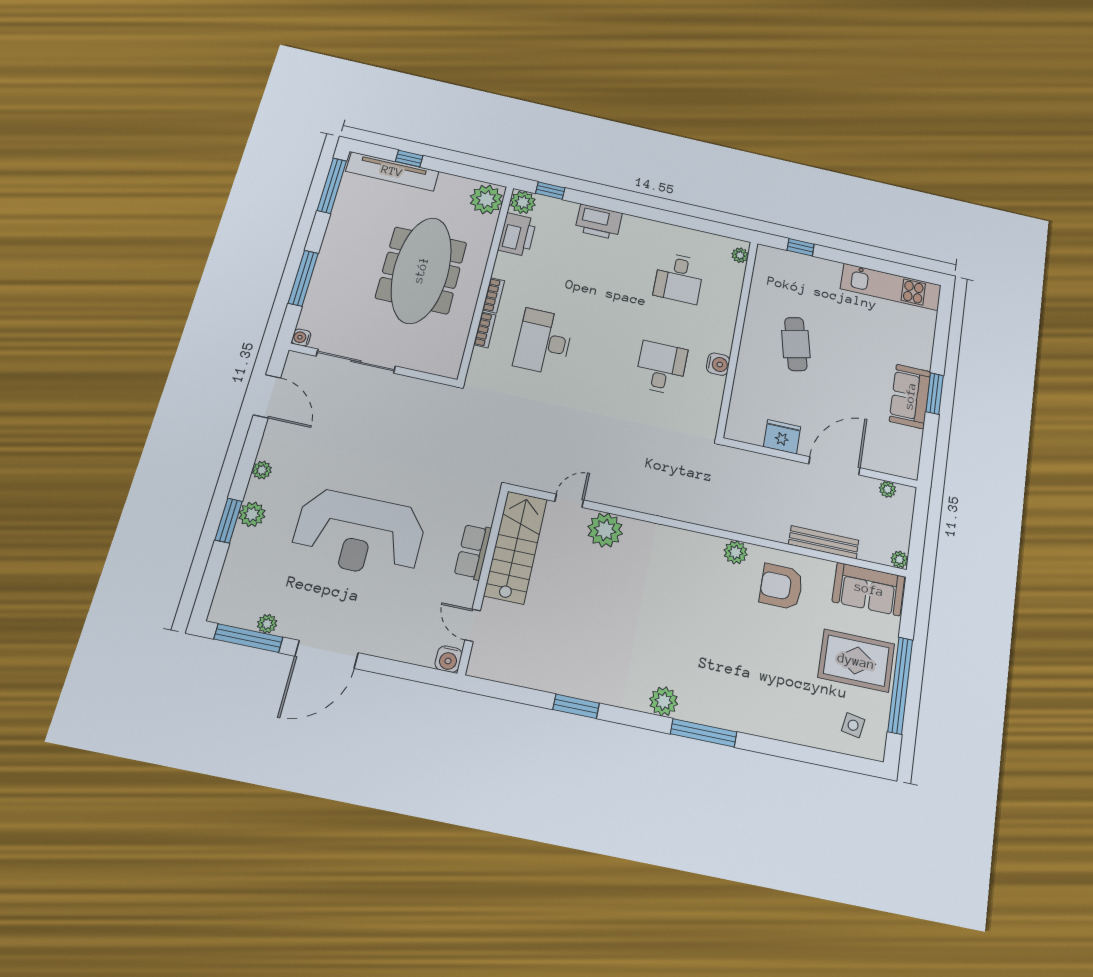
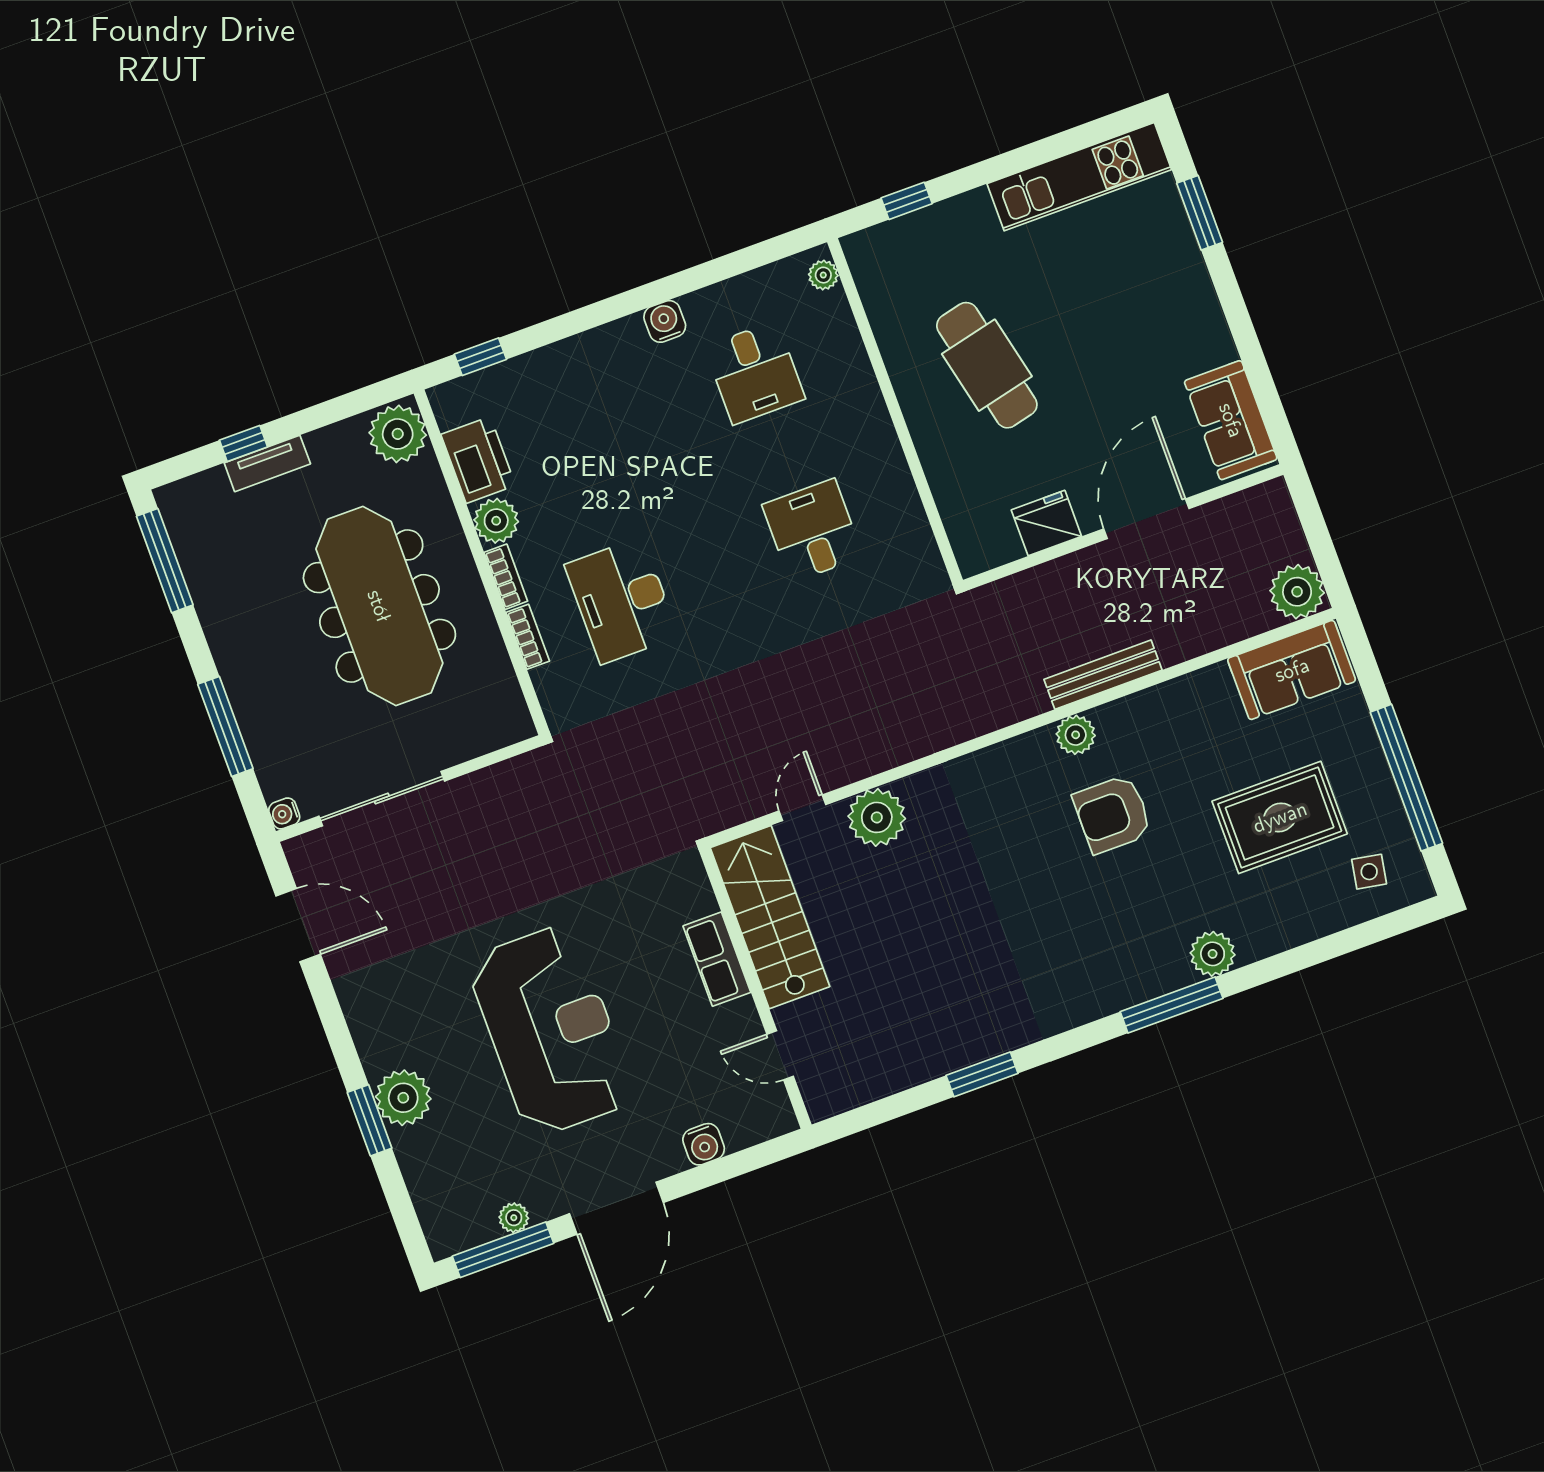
tv unit: (392, 171) -> (267, 463), width x0.52, depth x0.78
plant: (523, 202) -> (496, 521), moved
printer: (599, 222) -> (583, 360), removed
cafe table: (796, 344) -> (987, 365), width x1.37, depth x1.35
water cooler: (718, 364) -> (665, 321), moved, turned -90
window: (935, 394) -> (1200, 213), moved
sofa: (910, 396) -> (1231, 420), moved
plant: (262, 470) -> (364, 1028), removed
plant: (888, 489) -> (1242, 505), removed
plant: (252, 514) -> (403, 1098), width x1.36, depth x1.36
reception desk: (359, 534) -> (551, 1030), turned -90
bench: (824, 542) -> (1103, 675), moved
plant: (899, 559) -> (1297, 592), width x1.88, depth x1.88
armchair: (781, 587) -> (1112, 814), moved
water cooler: (448, 659) -> (704, 1144), moved
rug: (856, 661) -> (1280, 817), moved
plant: (664, 701) -> (1213, 954), moved

